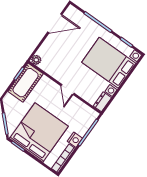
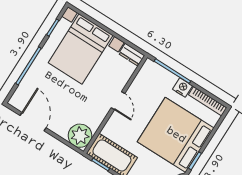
plant: (36, 60) -> (80, 136), width x1.87, depth x1.87
door: (68, 89) -> (118, 101), hinge flipped

